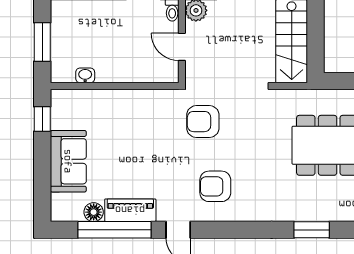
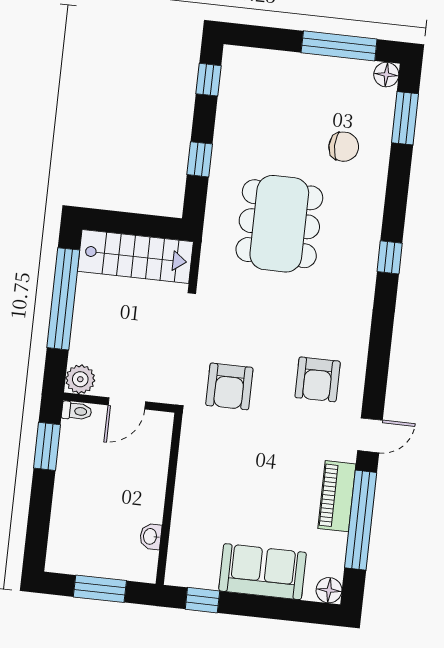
floor lamp: (94, 212) -> (329, 590), moved
window: (312, 230) -> (390, 257), width x0.67

